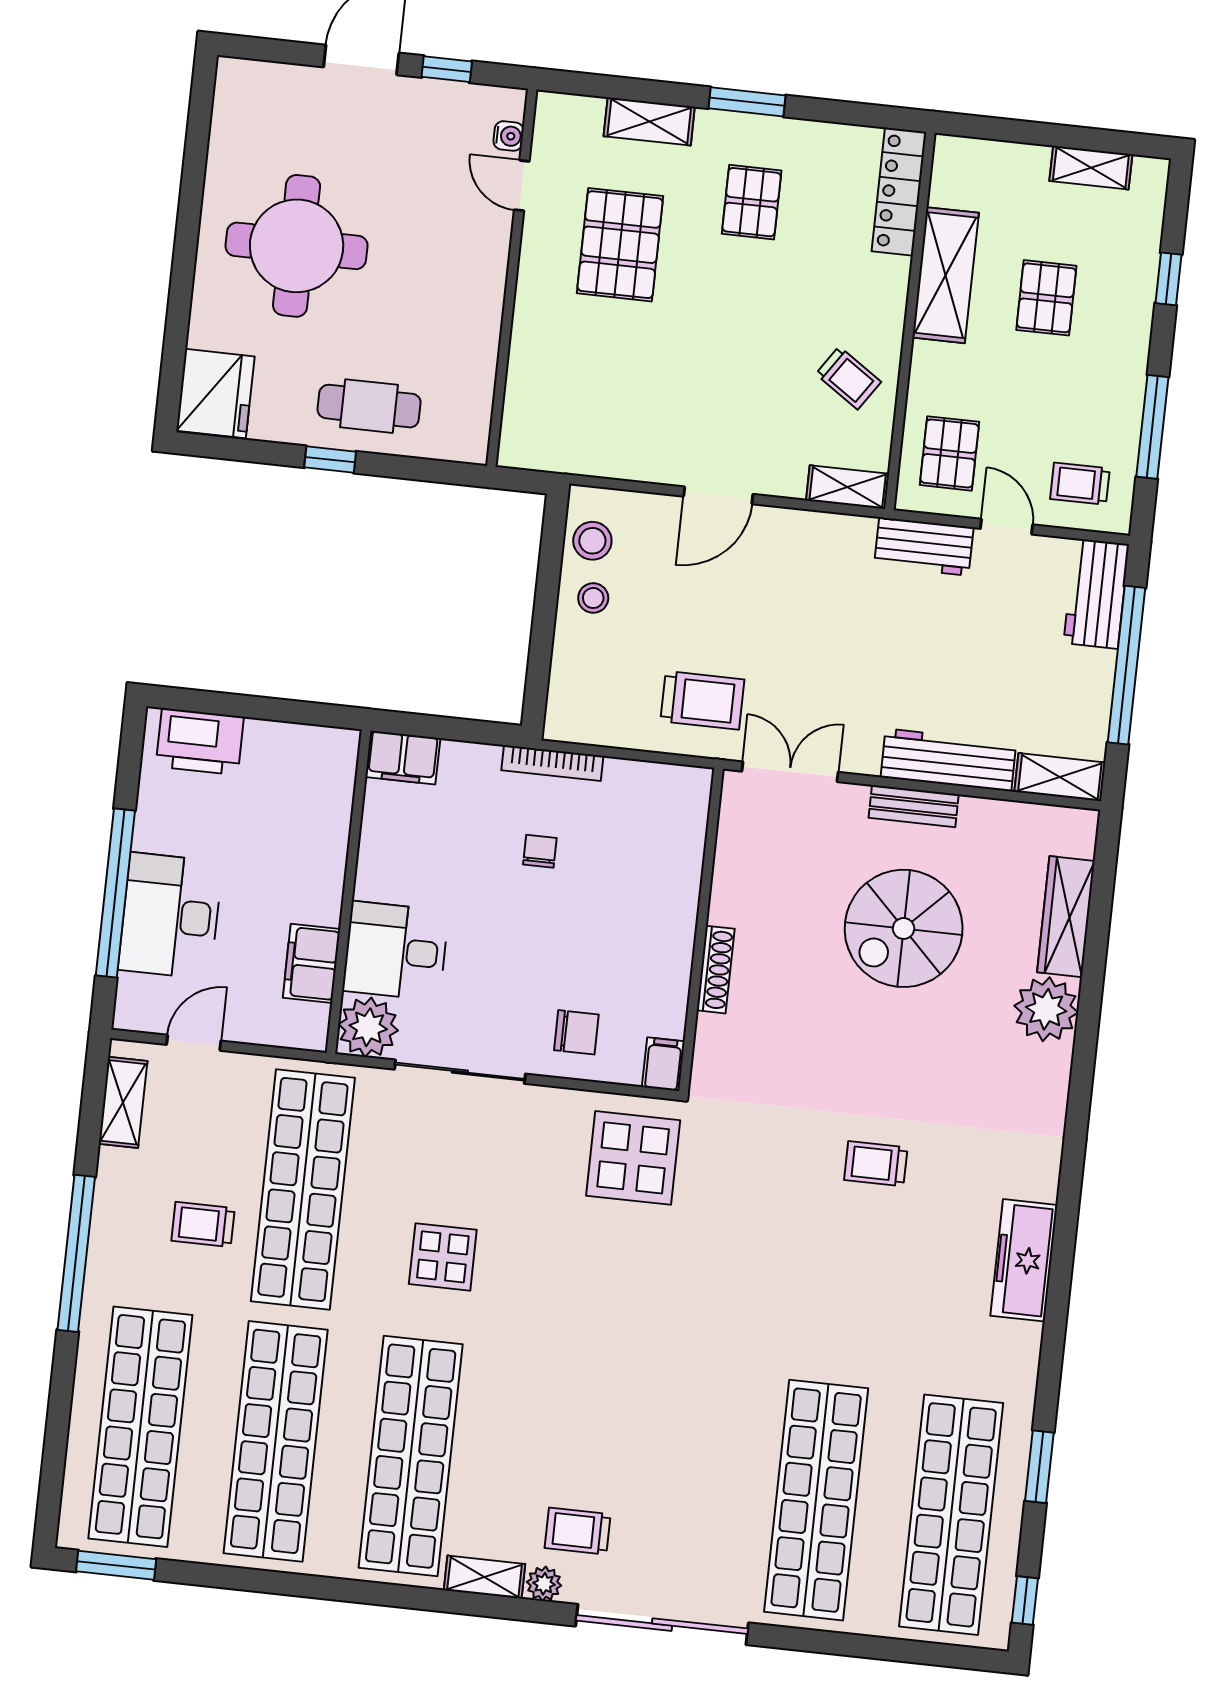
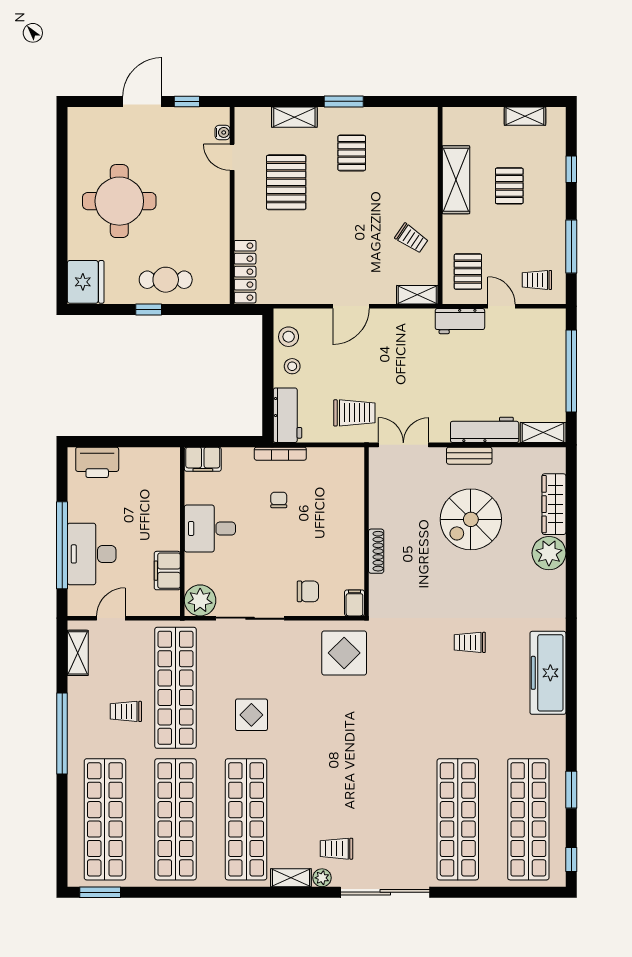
locker: (899, 192) -> (245, 272), moved, turned 180
workbench: (1096, 594) -> (287, 415), moved, turned 180
desk: (396, 951) -> (210, 529), moved
freezer: (1024, 1260) -> (548, 673), width x1.36, depth x1.26

